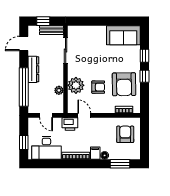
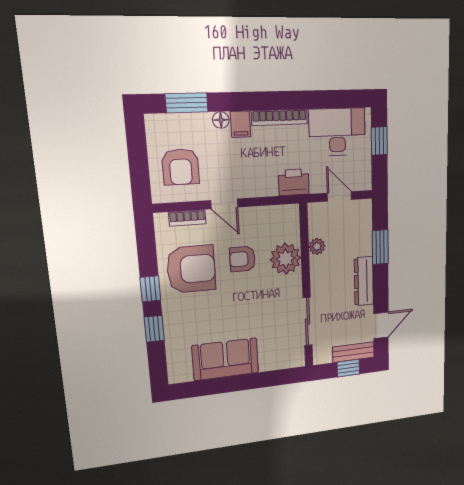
bench: (51, 30) -> (353, 352), moved
sofa: (123, 35) -> (225, 359), moved
armchair: (124, 84) -> (191, 269), turned 91
window: (24, 87) -> (380, 247), width x0.47
door: (84, 115) -> (224, 204), moved

